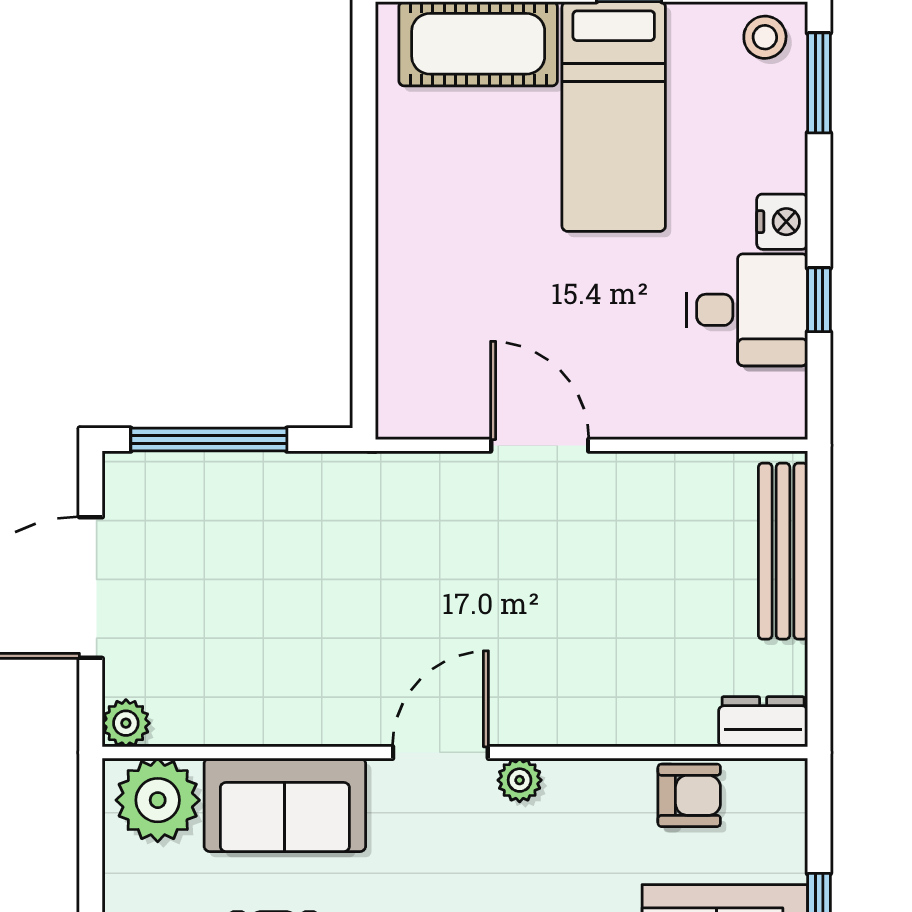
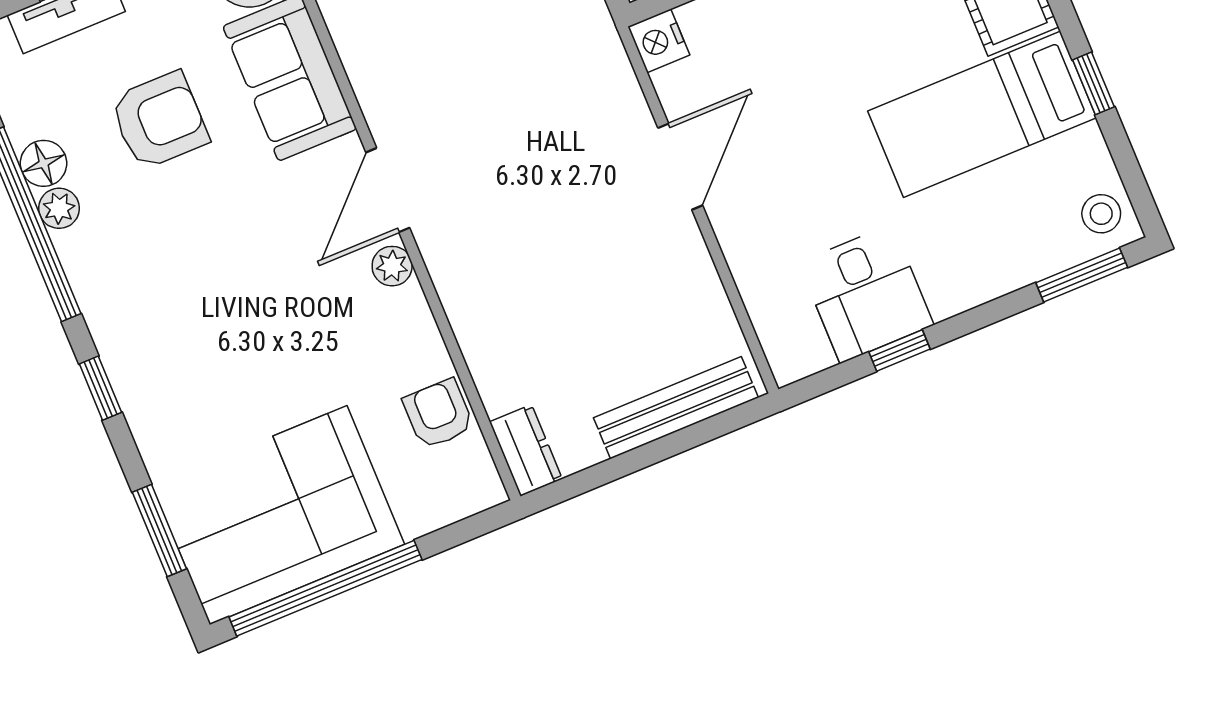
nightstand: (782, 222) -> (659, 41), moved, turned 90
door: (440, 752) -> (388, 190), swing flipped
armchair: (689, 795) -> (438, 414), turned 180

